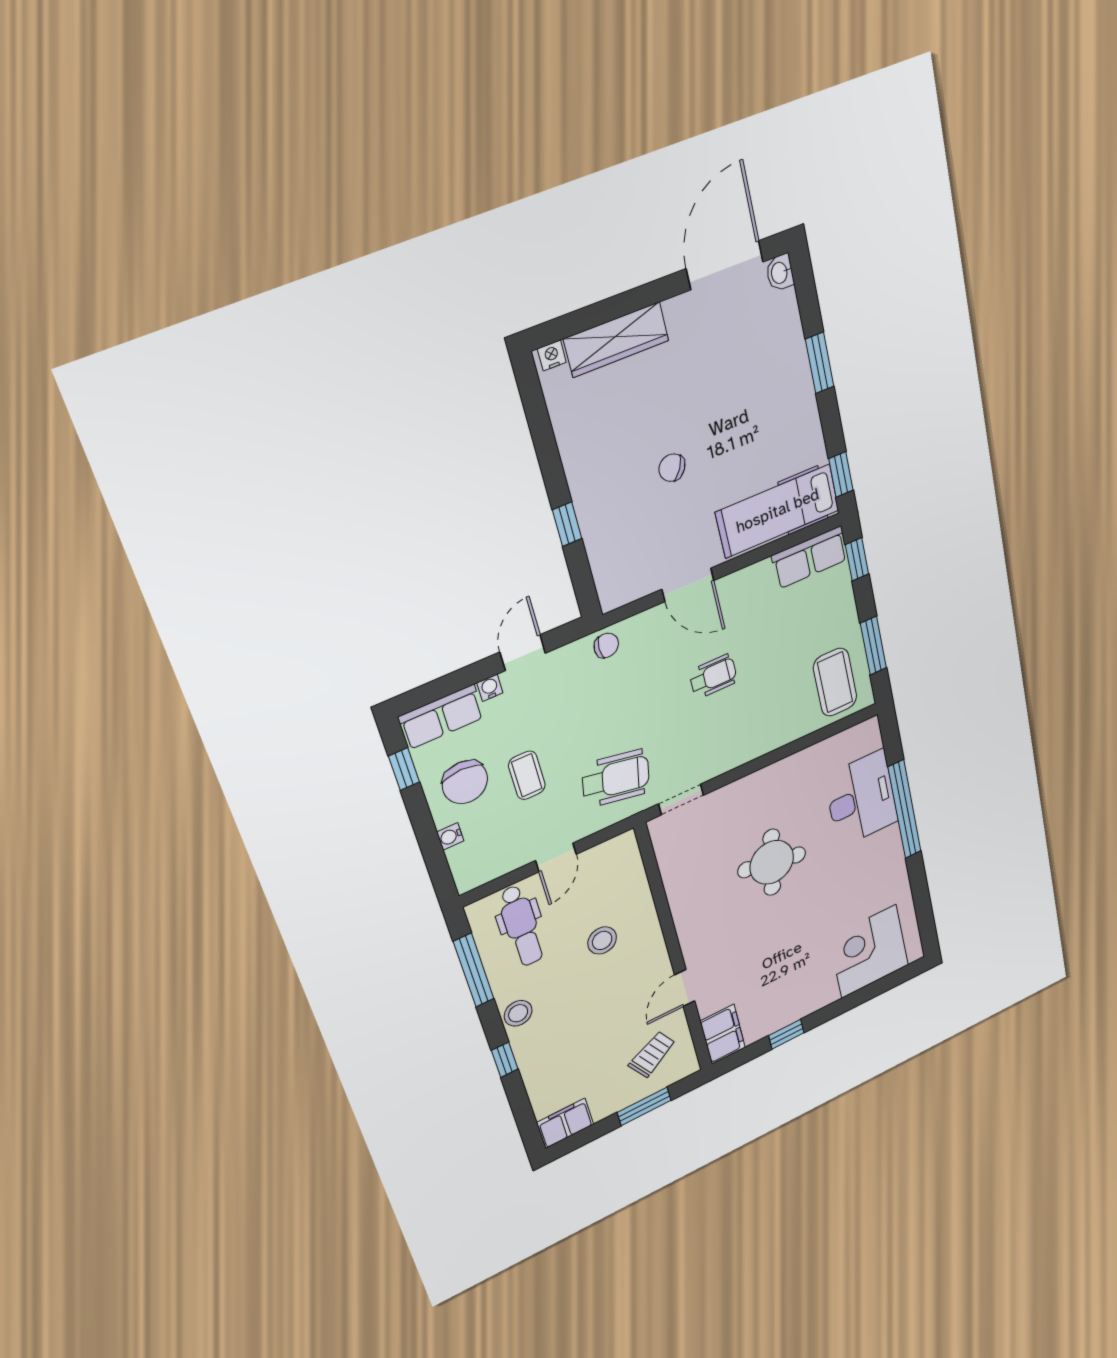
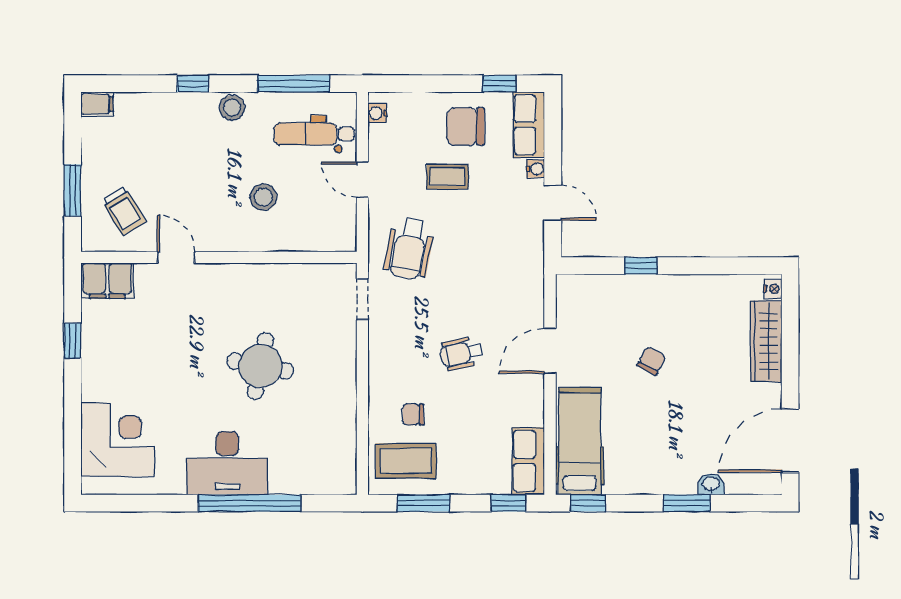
door: (725, 265) -> (790, 440), swing flipped
washbasin: (780, 273) -> (711, 484), moved
chair: (606, 645) -> (413, 414), moved, turned 90
wheelchair: (713, 676) -> (461, 353), turned 78
desk: (861, 799) -> (227, 463), moved
water cooler: (450, 836) -> (377, 113), moved, turned -90
filing cabinet: (565, 1123) -> (97, 104), width x0.50

